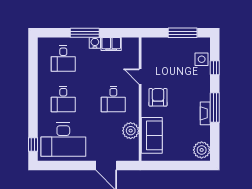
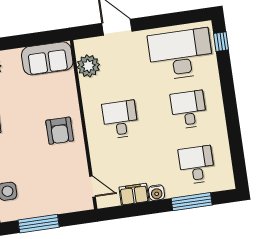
window: (85, 33) -> (192, 202), moved
door: (140, 76) -> (93, 187), moved
plant: (131, 131) -> (88, 66), moved
sofa: (152, 135) -> (47, 58), moved, turned -90

